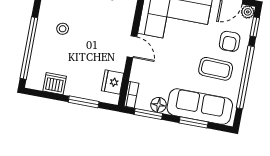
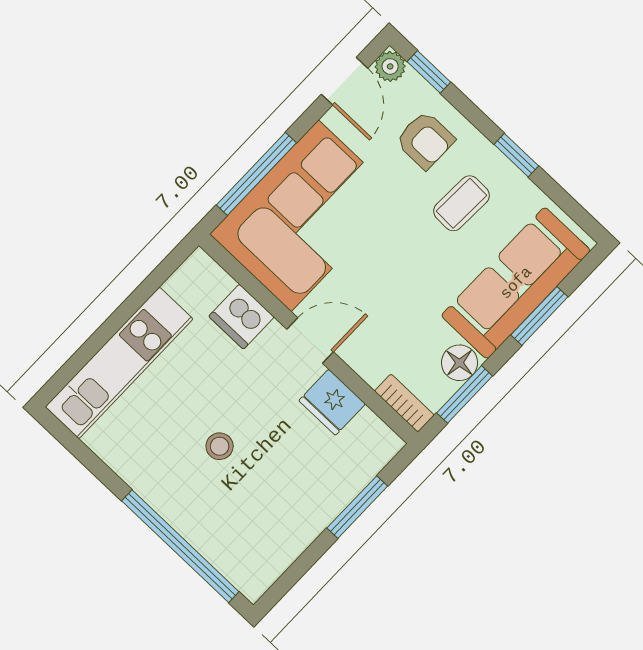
stool: (63, 29) -> (220, 446), moved
coffee table: (216, 69) -> (461, 203), width x0.73, depth x0.77
window: (245, 77) -> (516, 155), width x0.32
fridge: (113, 82) -> (332, 402), moved
dishwasher: (55, 84) -> (241, 317), moved, turned -90

